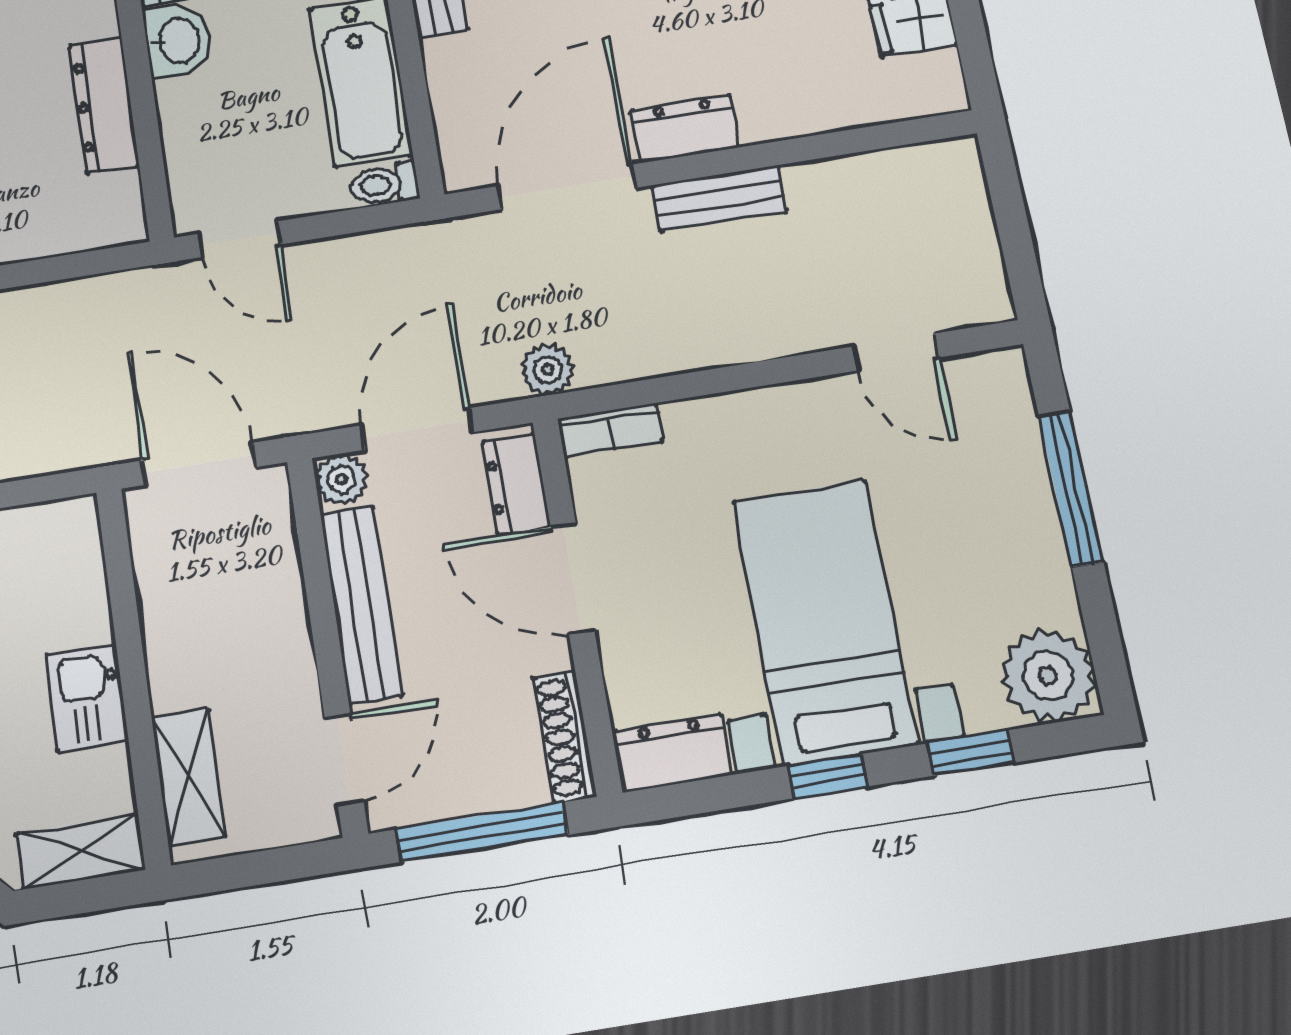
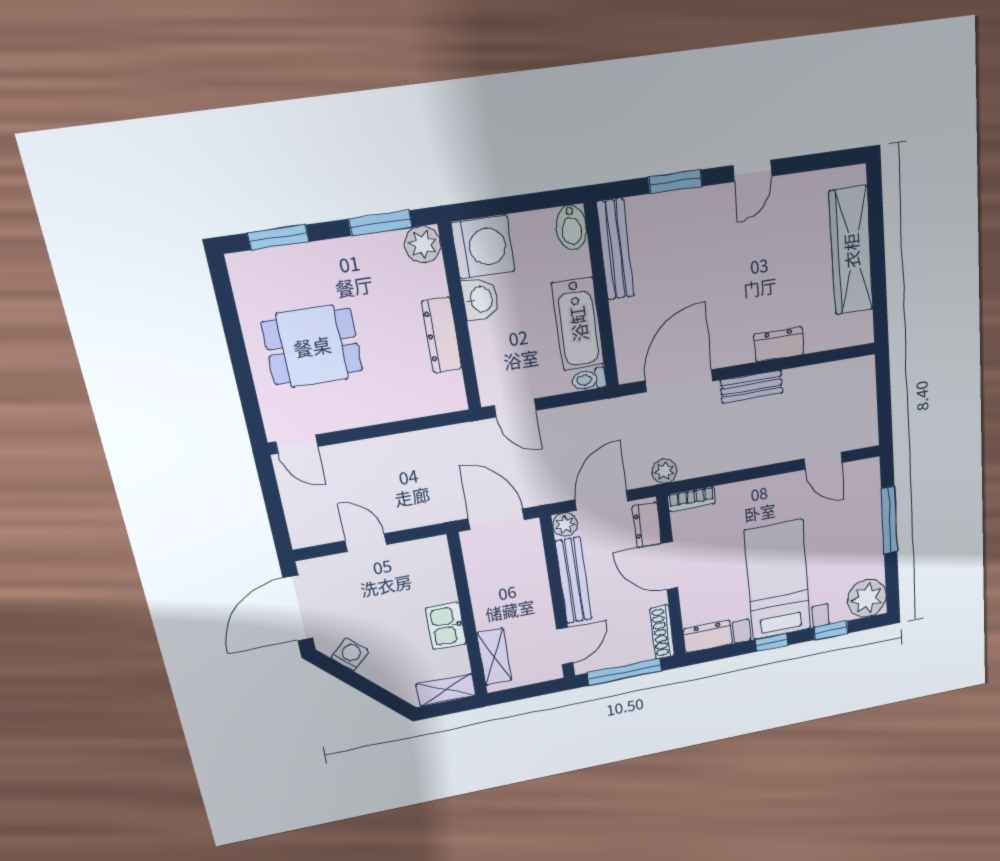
dresser: (685, 129) -> (779, 344), moved

